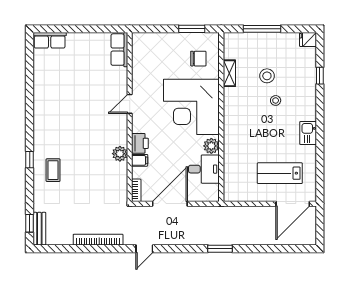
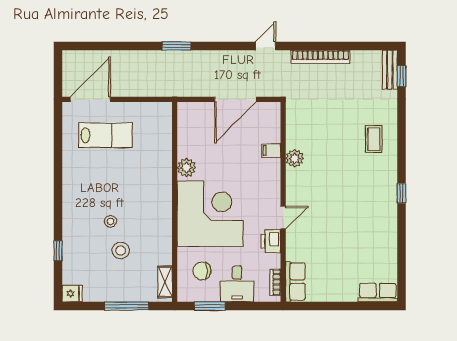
shelving: (229, 73) -> (165, 282), moved
kitchen sink: (308, 133) -> (72, 183), removed
printer: (140, 143) -> (271, 241), moved
window: (30, 160) -> (402, 193), moved
desk: (204, 169) -> (237, 284), moved, turned -90
bookcase: (136, 190) -> (275, 282), moved

